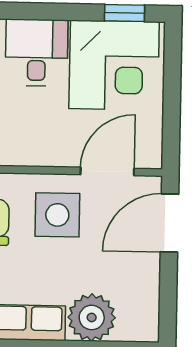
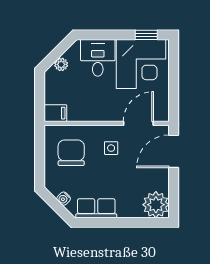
side table: (57, 215) -> (111, 148), width x0.54, depth x0.54
plant: (92, 317) -> (156, 205), moved

